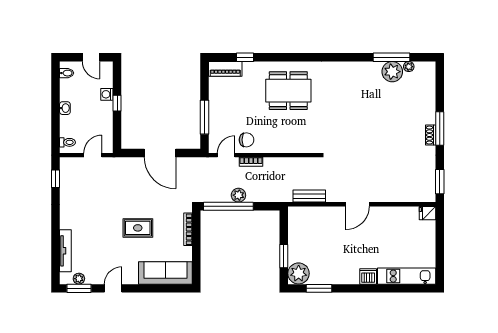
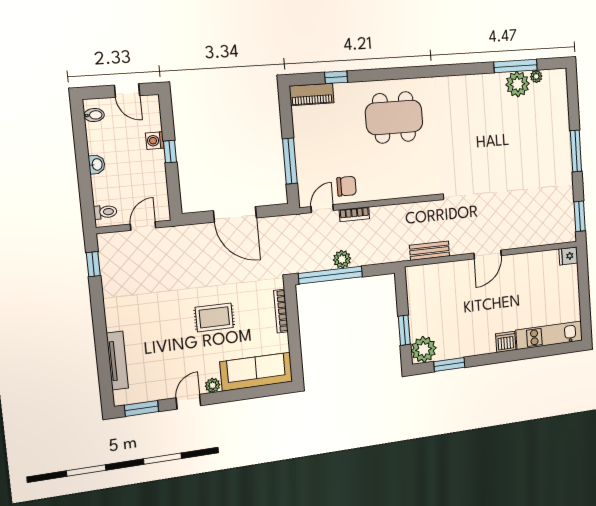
shoe rack: (431, 135) -> (566, 160), removed
plant: (79, 279) -> (213, 385), moved

